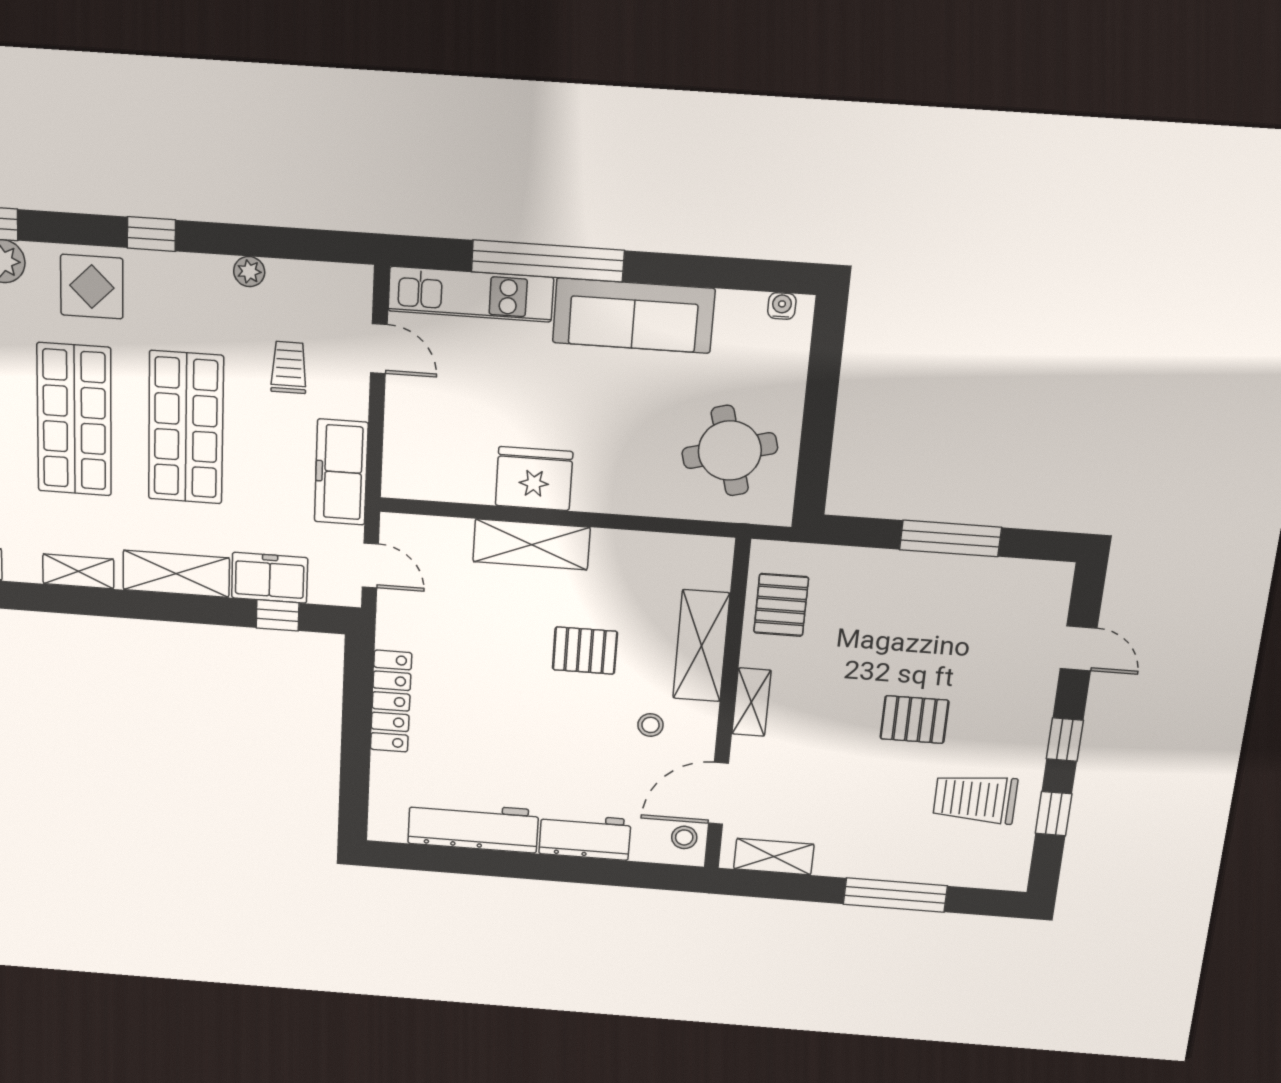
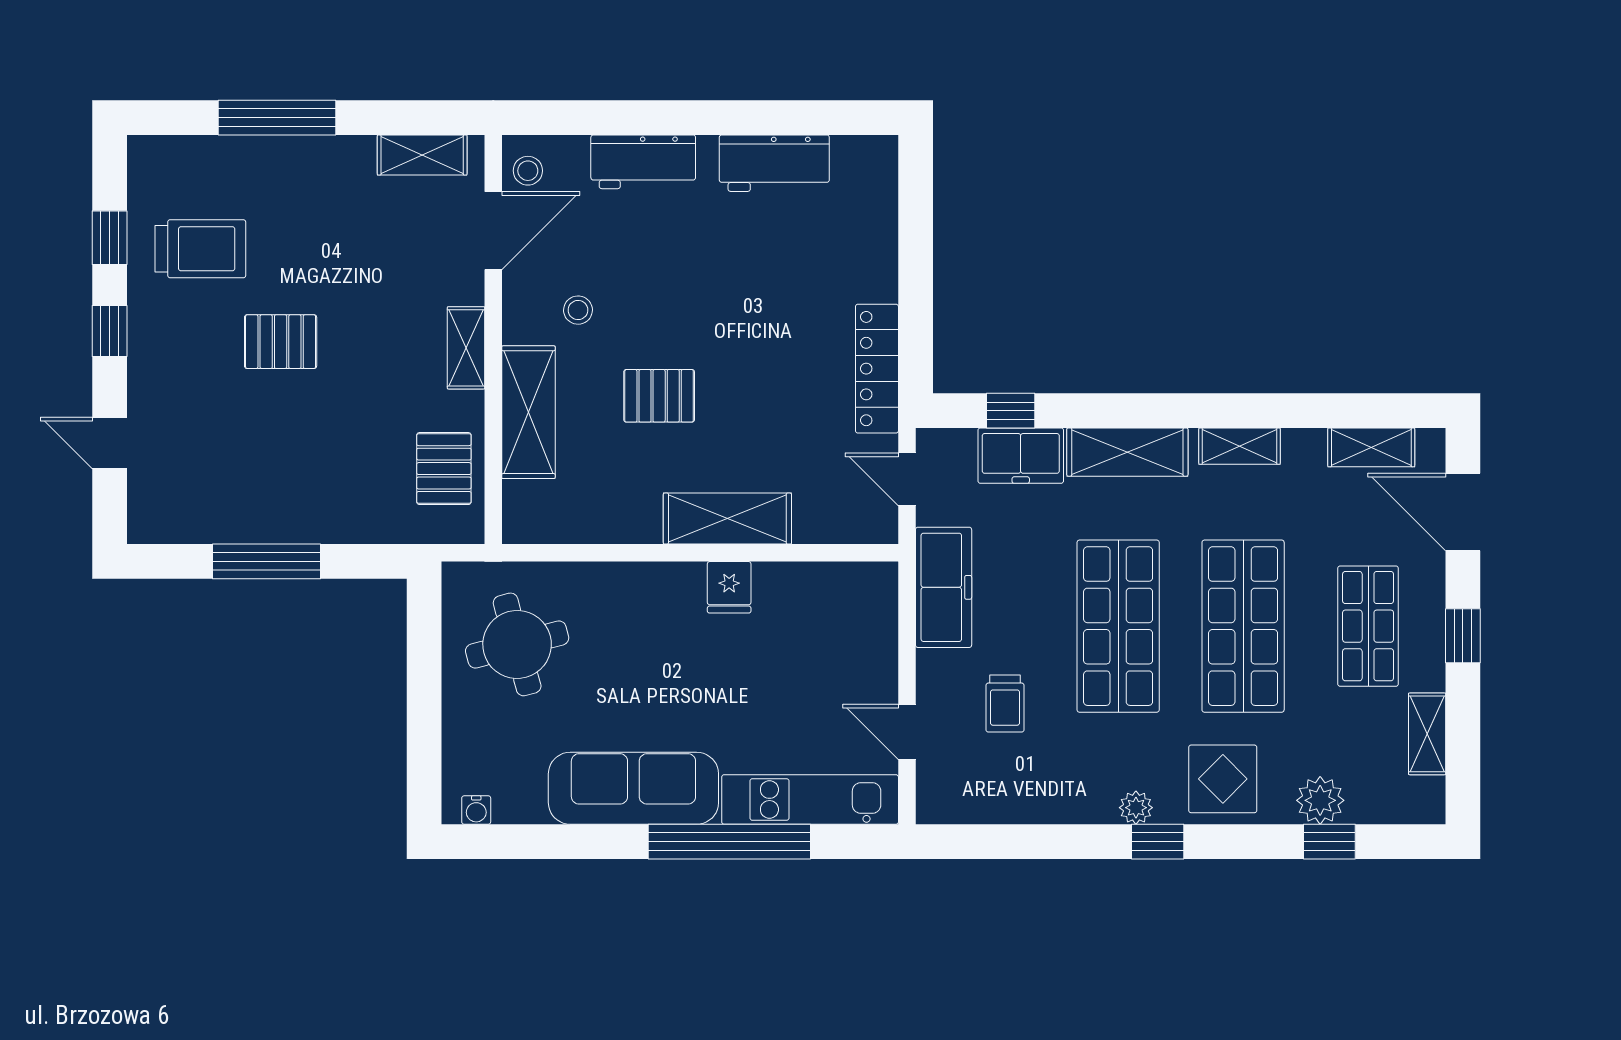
plant: (249, 272) -> (1136, 808), moved
fridge: (534, 479) -> (729, 587), width x0.53, depth x0.75
locker: (391, 701) -> (877, 369), moved
workbench: (473, 827) -> (774, 163), width x0.73

